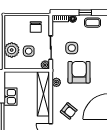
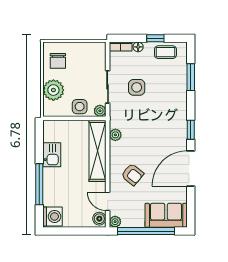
chair: (36, 27) -> (58, 61), moved
side table: (29, 51) -> (80, 107), moved
armchair: (79, 72) -> (147, 121), removed

